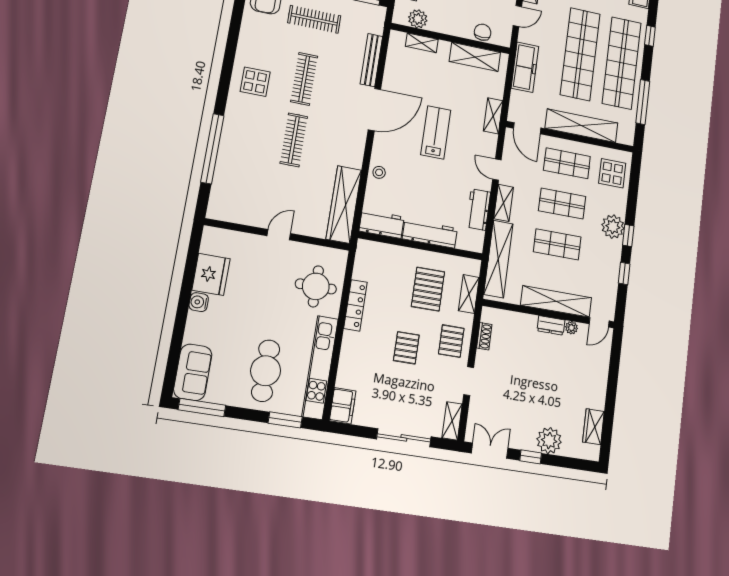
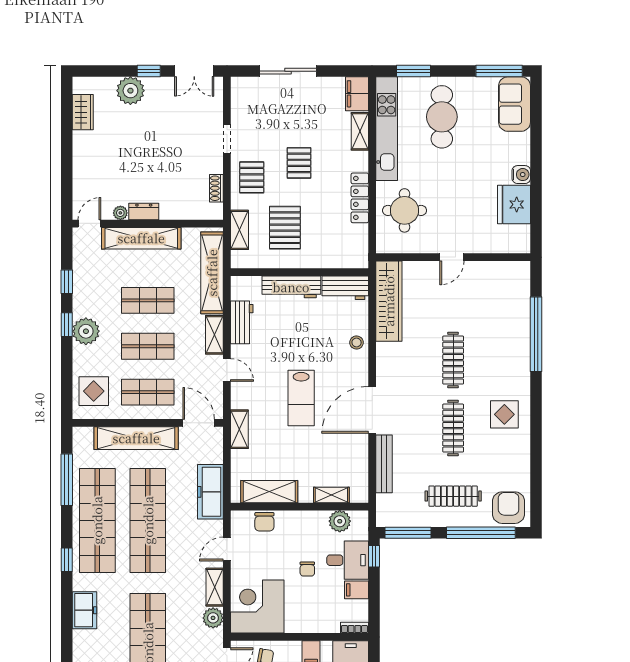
shelving: (452, 421) -> (360, 131), moved

